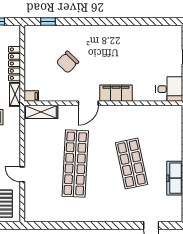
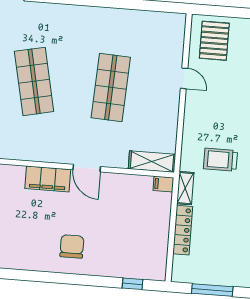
chair: (68, 62) -> (72, 246), moved, turned -44
door: (88, 103) -> (87, 168), swing flipped
shop shelf: (75, 164) -> (111, 87), width x0.71

